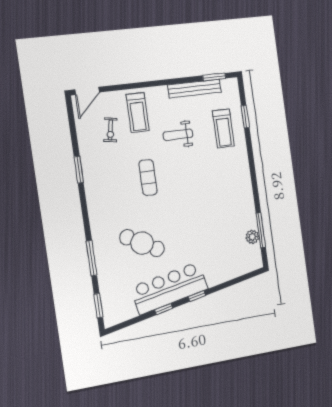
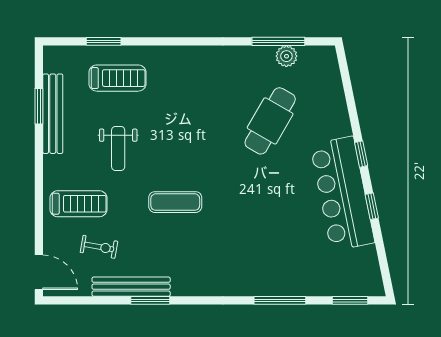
window: (214, 77) -> (39, 106), moved
bench: (86, 155) -> (131, 287), added
cafe table: (142, 243) -> (270, 121), moved

